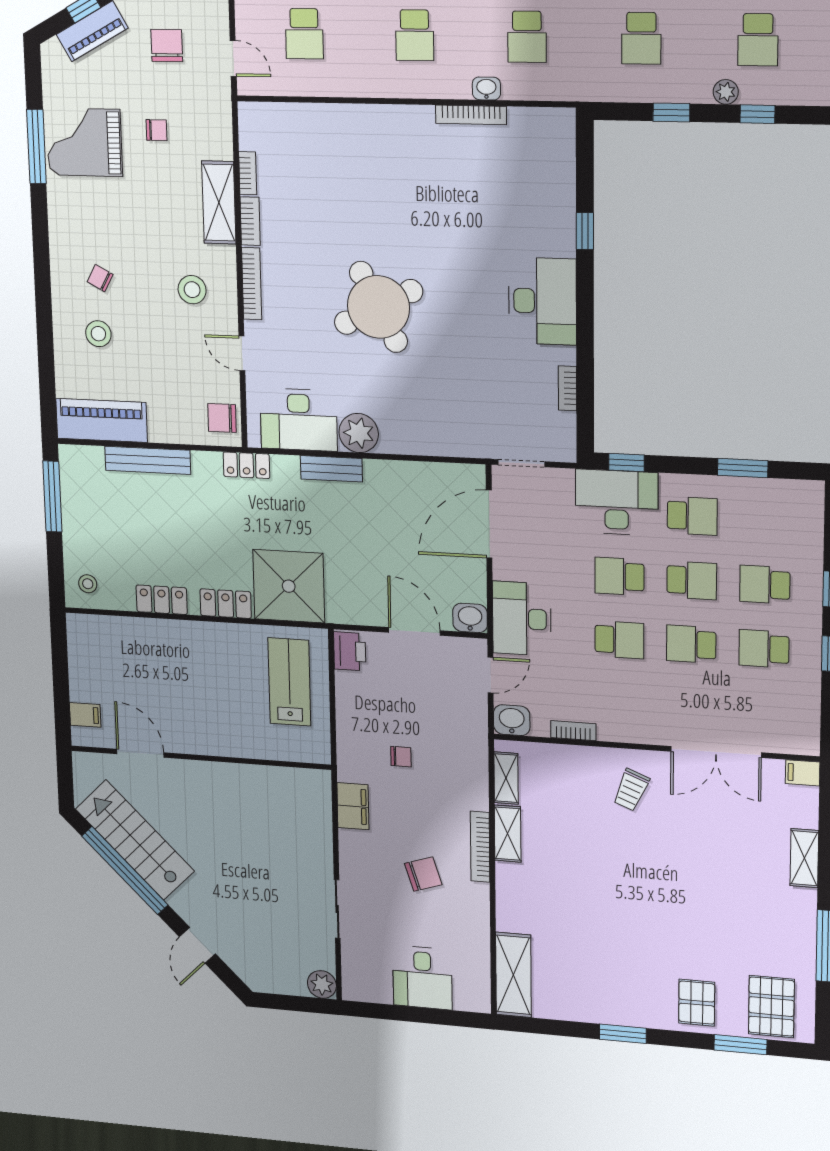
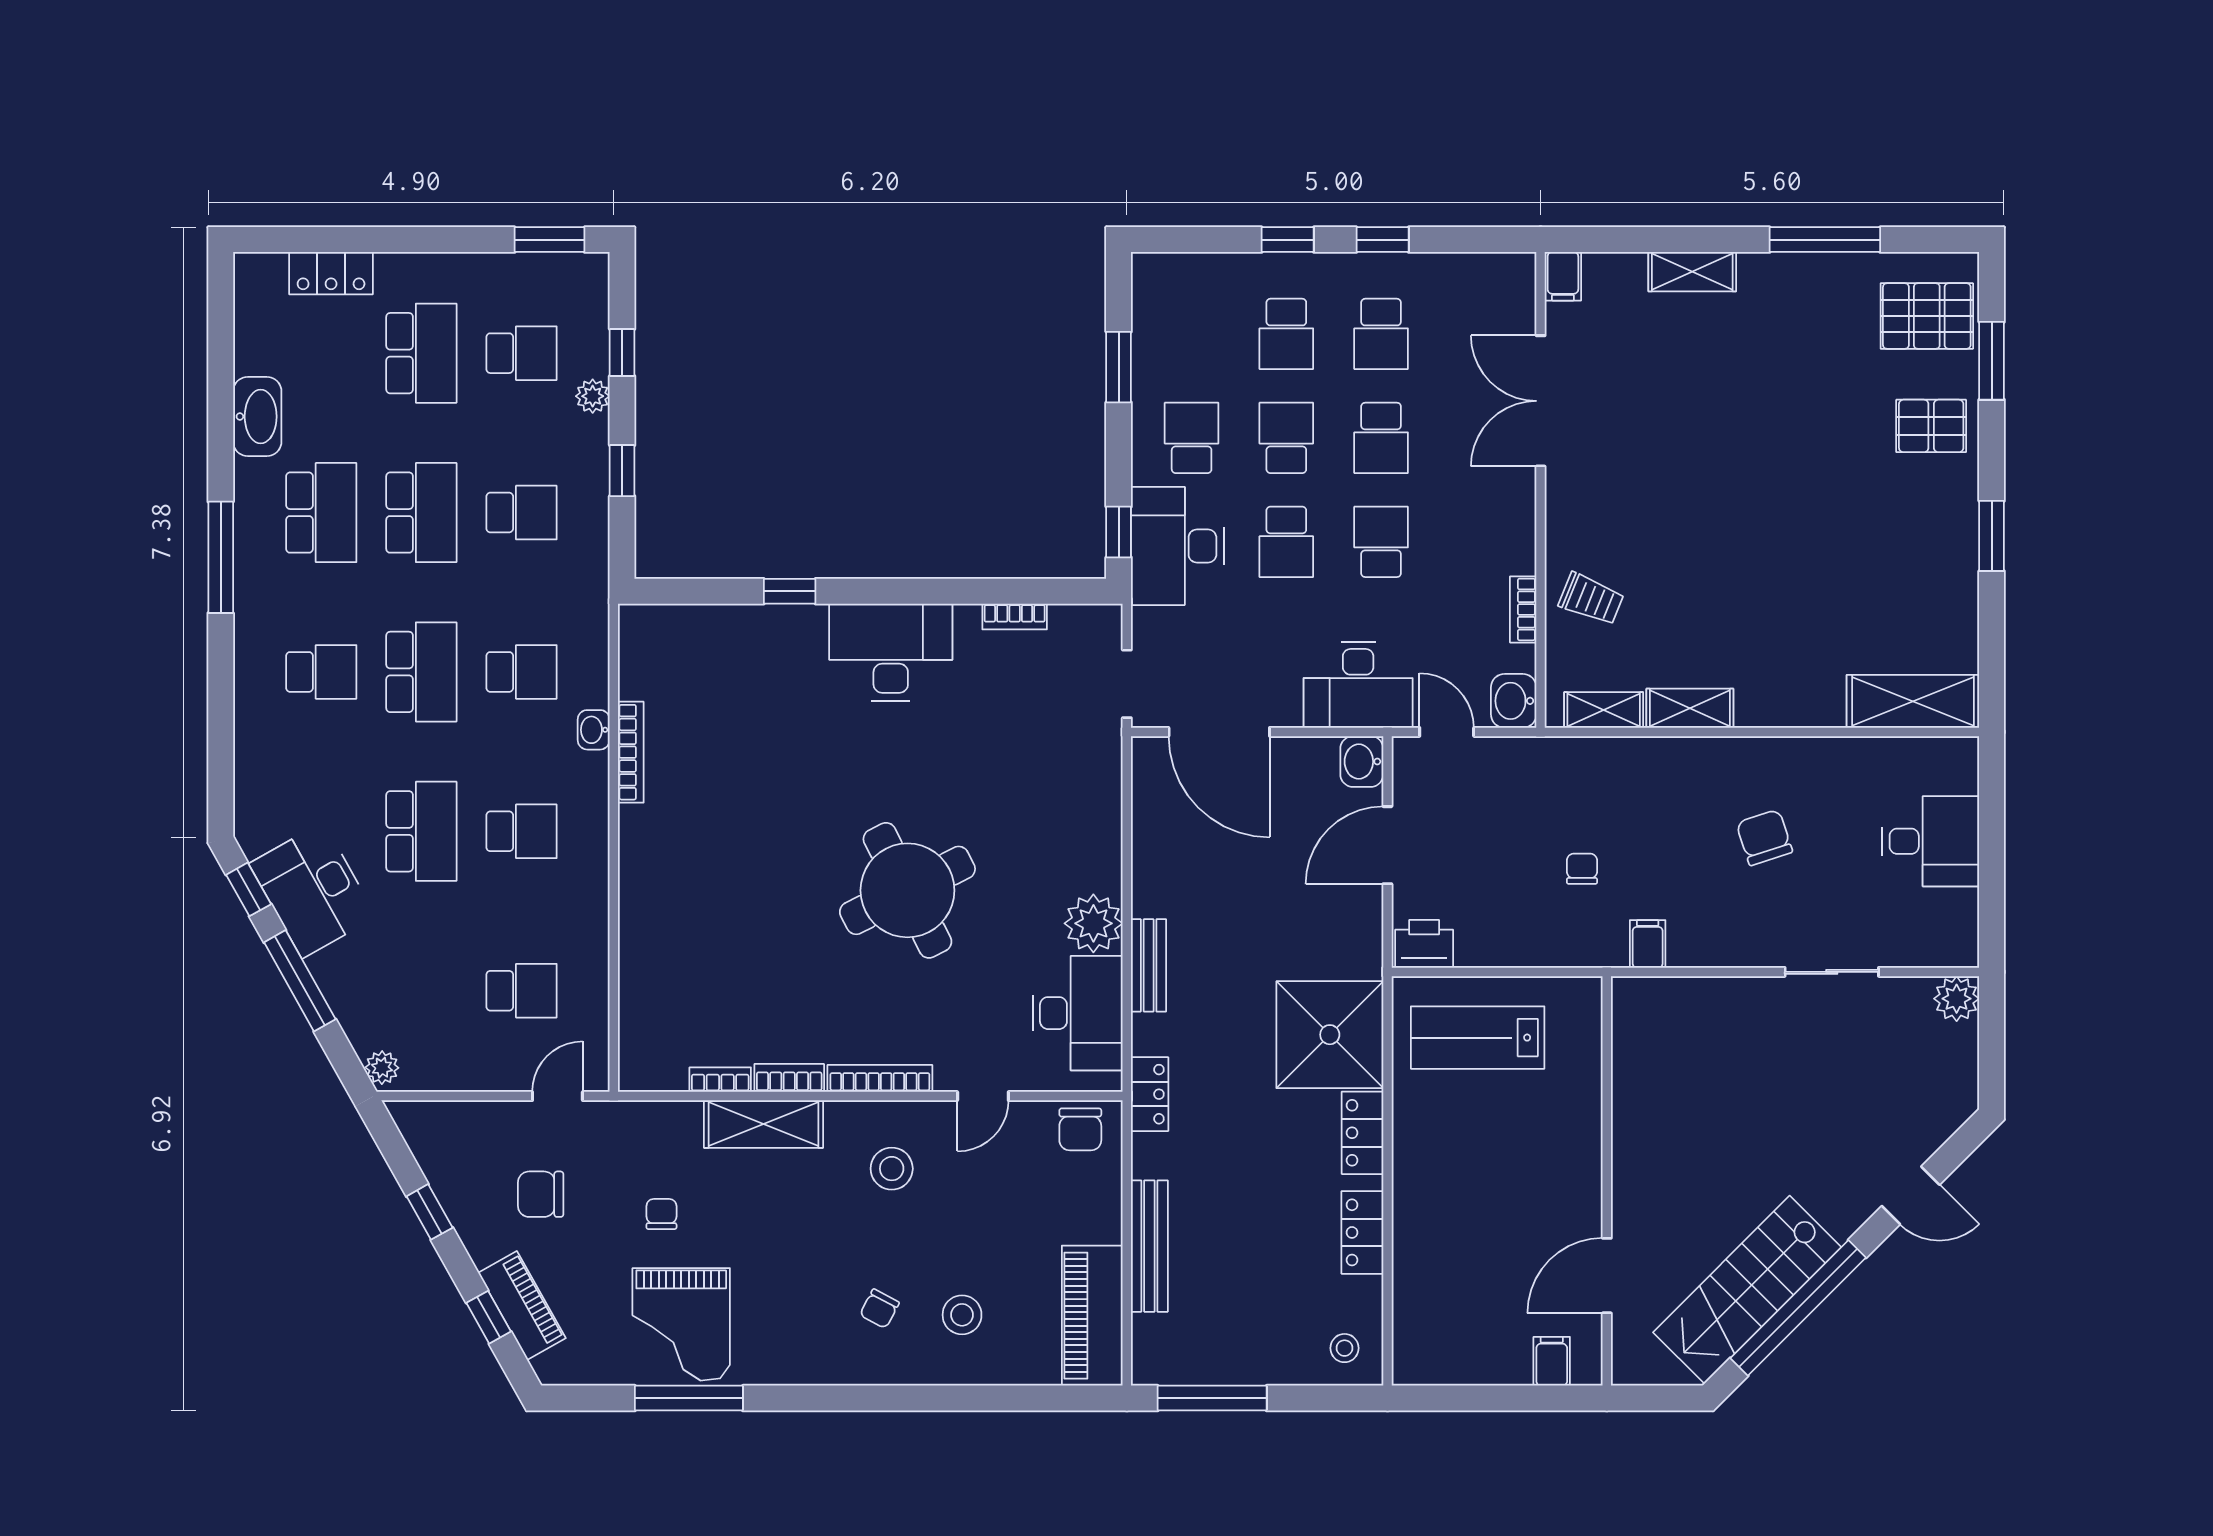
double door: (716, 752) -> (1541, 401), swing flipped
trolley: (631, 790) -> (1591, 599), moved
filing cabinet: (353, 806) -> (1648, 944), width x0.50
bookcase: (480, 847) -> (1714, 750), removed

